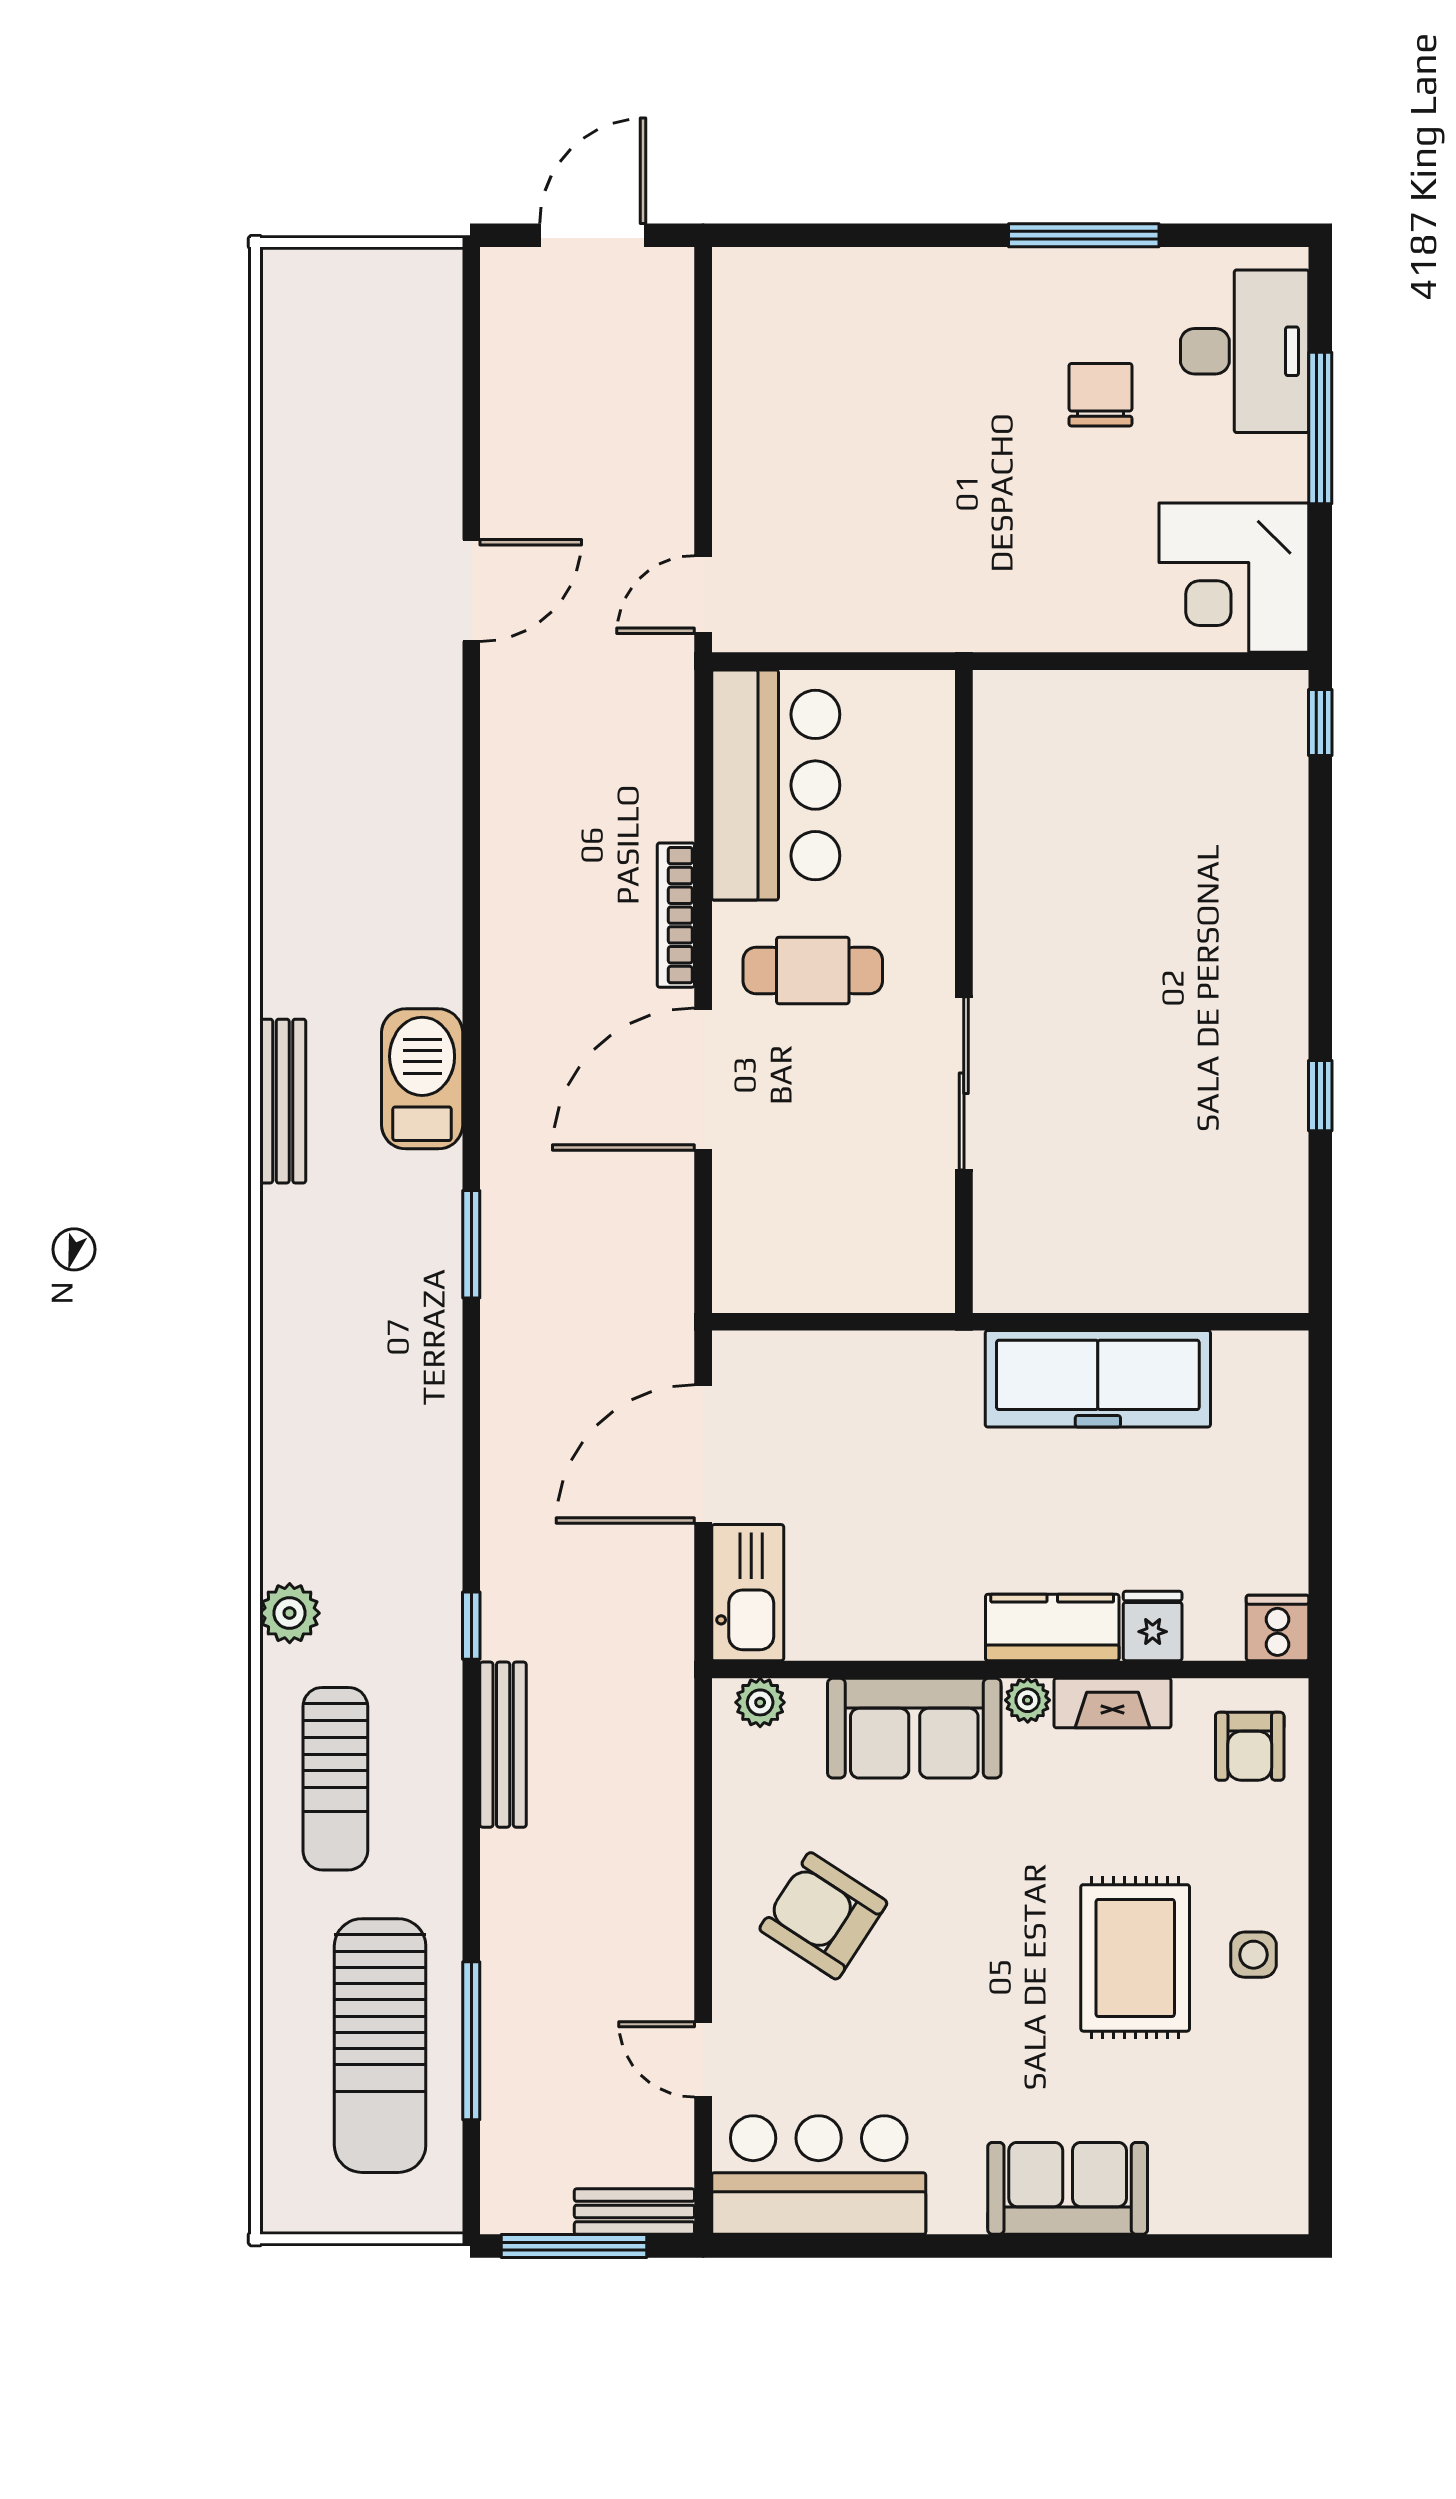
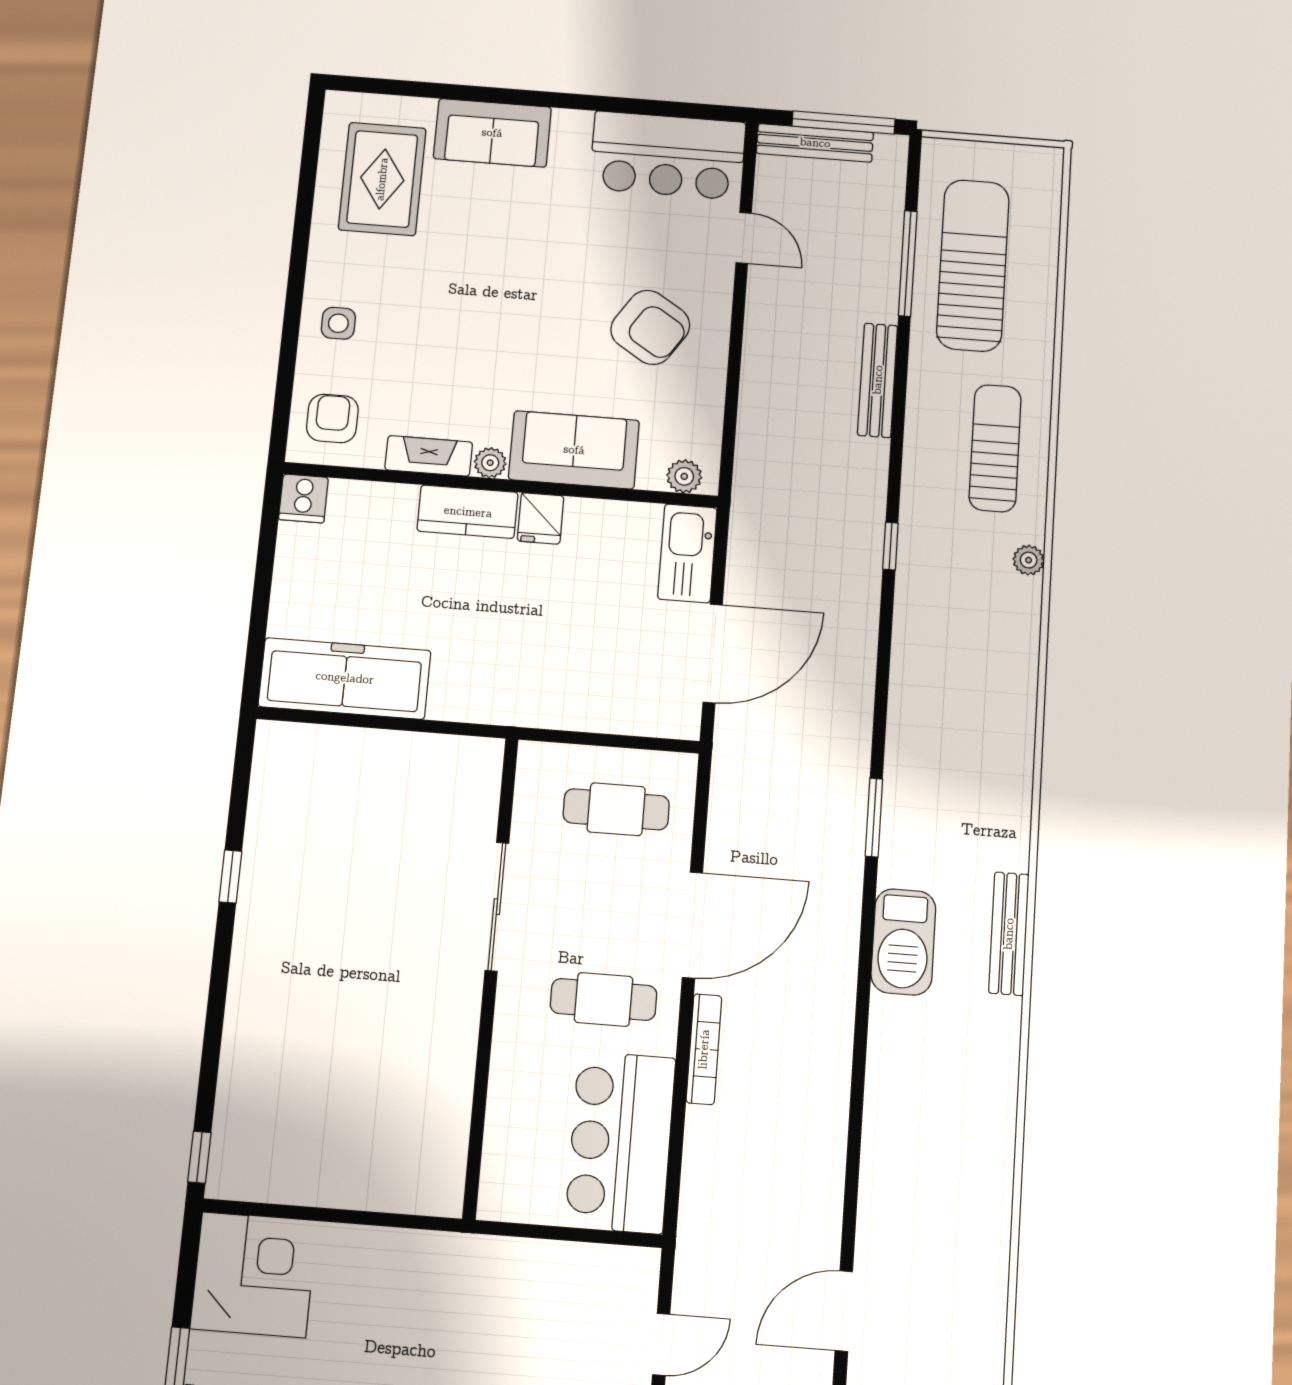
door: (703, 595) -> (661, 1344), moved
cafe table: (816, 1228) -> (616, 809), added
freezer: (1098, 1379) -> (345, 678), moved
plant: (290, 1613) -> (1029, 560), width x0.73, depth x0.73
fridge: (1153, 1626) -> (541, 518), moved
bench: (503, 1745) -> (878, 380), moved
side table: (1253, 1955) -> (338, 323), moved
rug: (1135, 1958) -> (382, 179), moved
bench: (634, 2212) -> (815, 143), width x1.36

